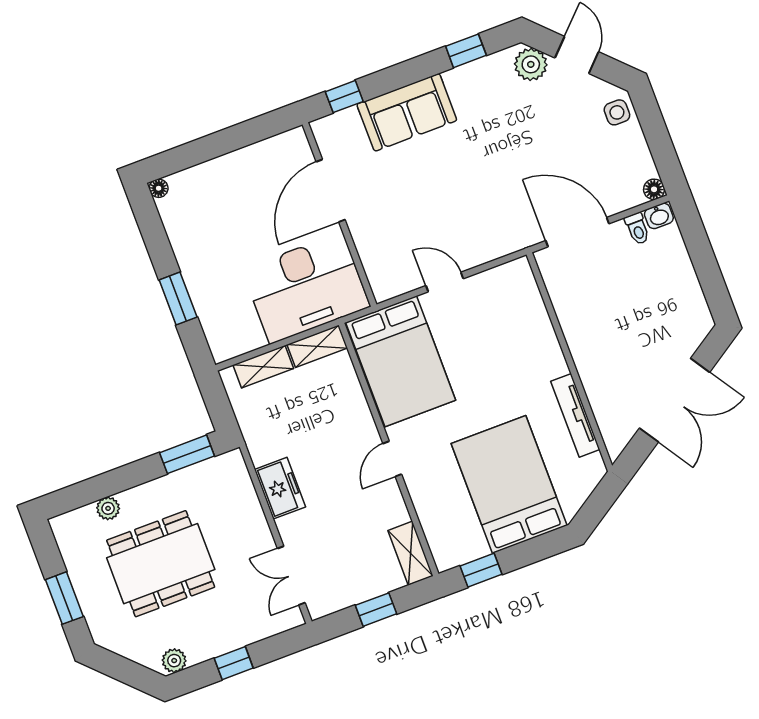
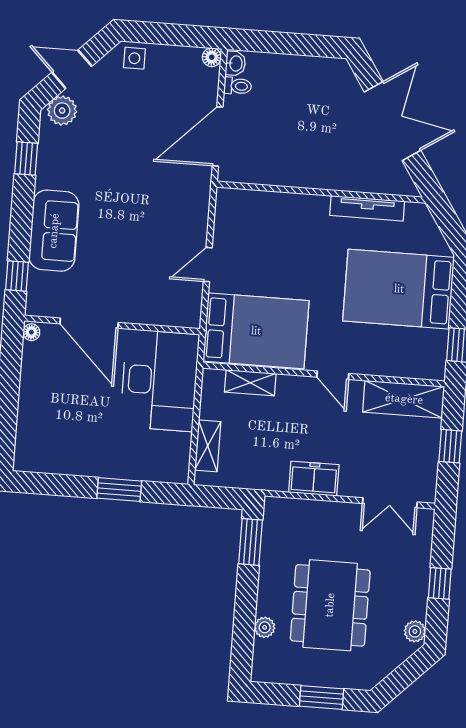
floor lamp: (159, 188) -> (31, 332), moved
shelving: (317, 346) -> (250, 383), moved, turned 90
shelving: (411, 553) -> (404, 399), width x1.50, depth x1.33

